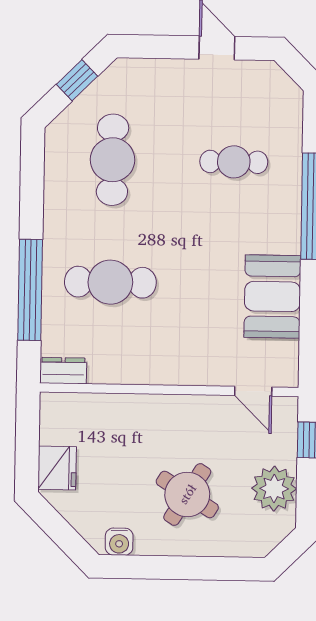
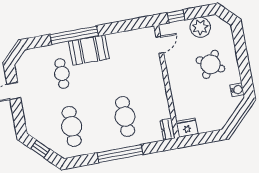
cafe table: (113, 160) -> (72, 126), turned 90
window: (30, 290) -> (120, 154), moved
booth: (272, 296) -> (89, 50), moved
fridge: (57, 468) -> (187, 128), moved

